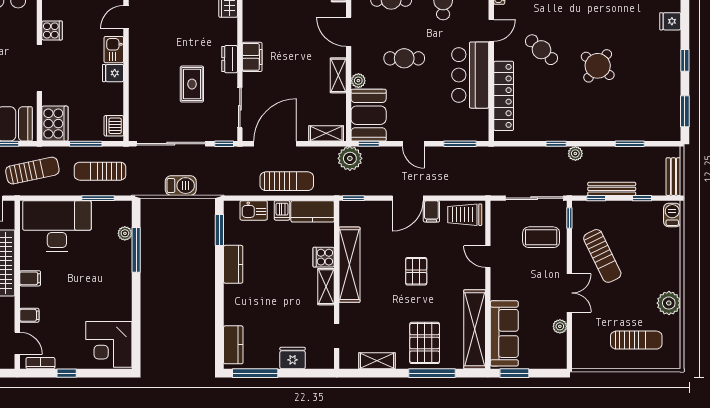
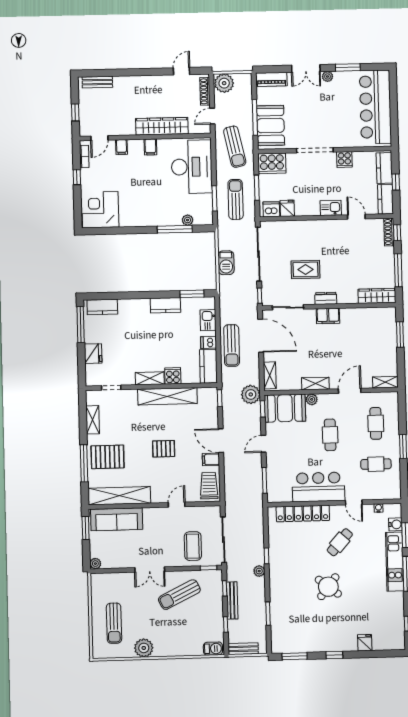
fridge: (113, 73) -> (287, 208), moved
plant: (560, 326) -> (95, 564), moved

